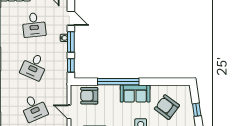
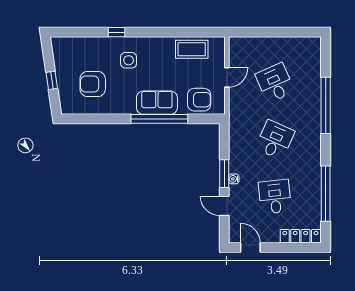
window: (71, 65) -> (224, 141), removed
sofa: (135, 94) -> (157, 103), moved
armchair: (167, 107) -> (93, 84), turned 143
door: (69, 112) -> (227, 77), hinge flipped

